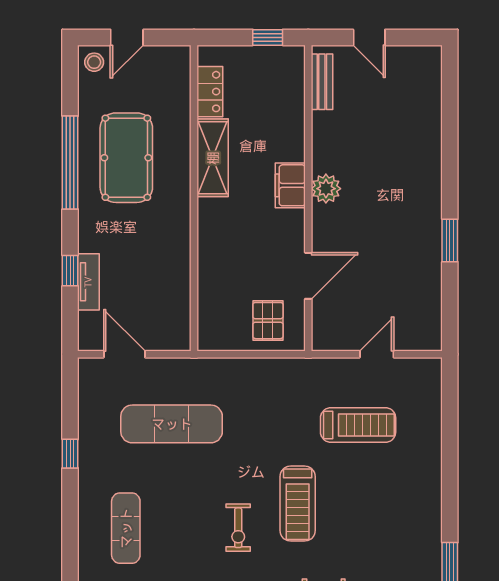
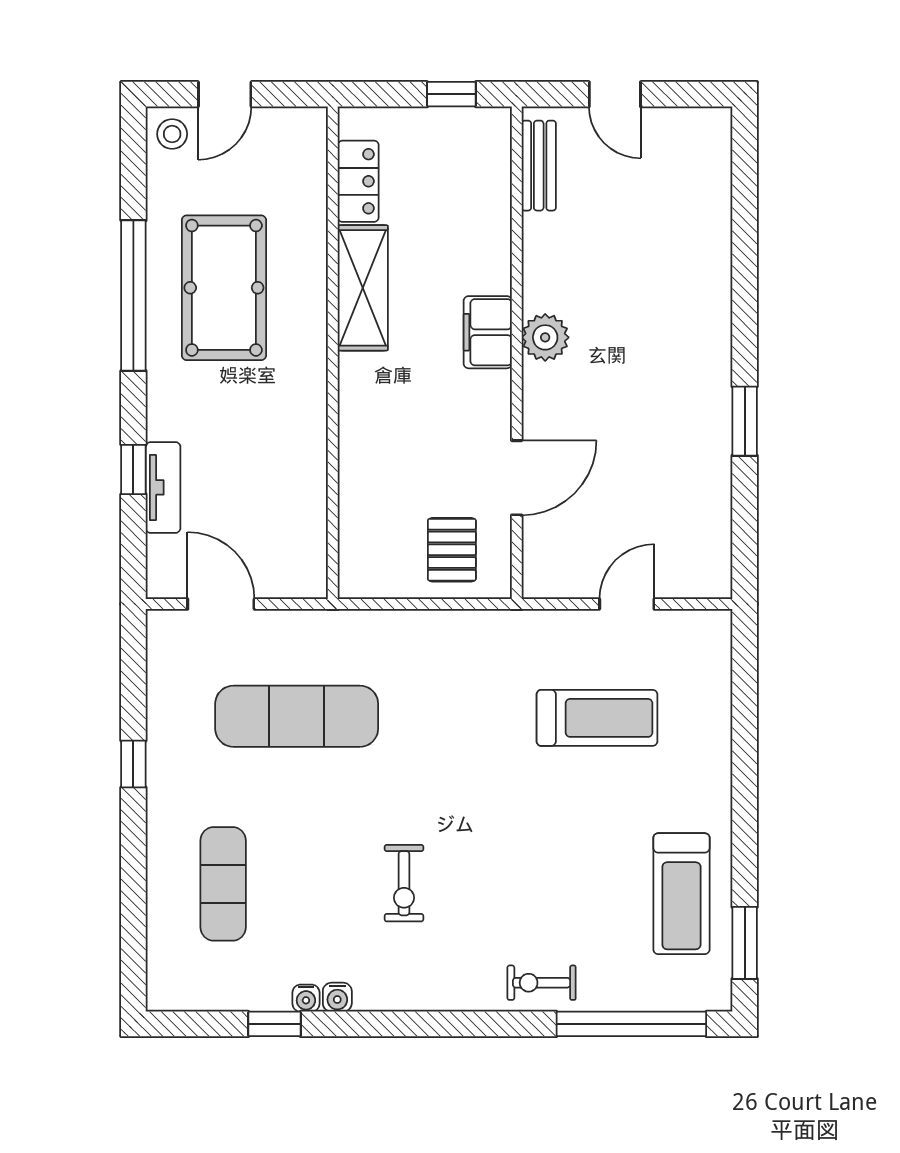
treadmill: (298, 504) -> (681, 894), moved

